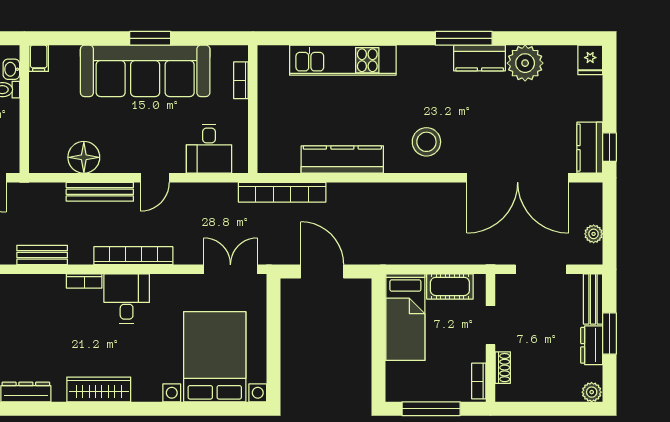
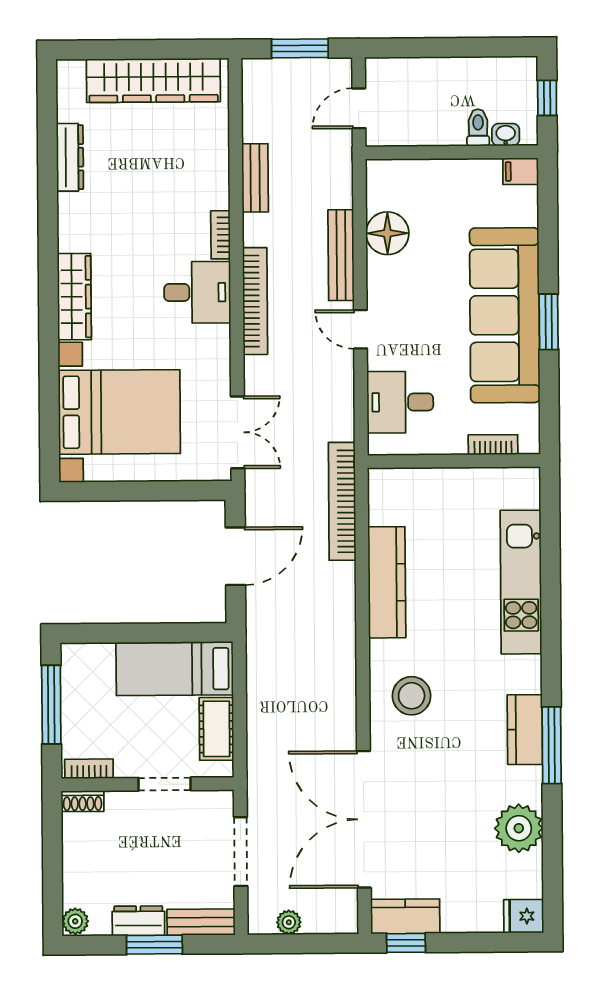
kitchen counter: (480, 58) -> (525, 730), moved
shoe rack: (503, 368) -> (83, 801), moved
wardrobe: (99, 389) -> (74, 297), moved

